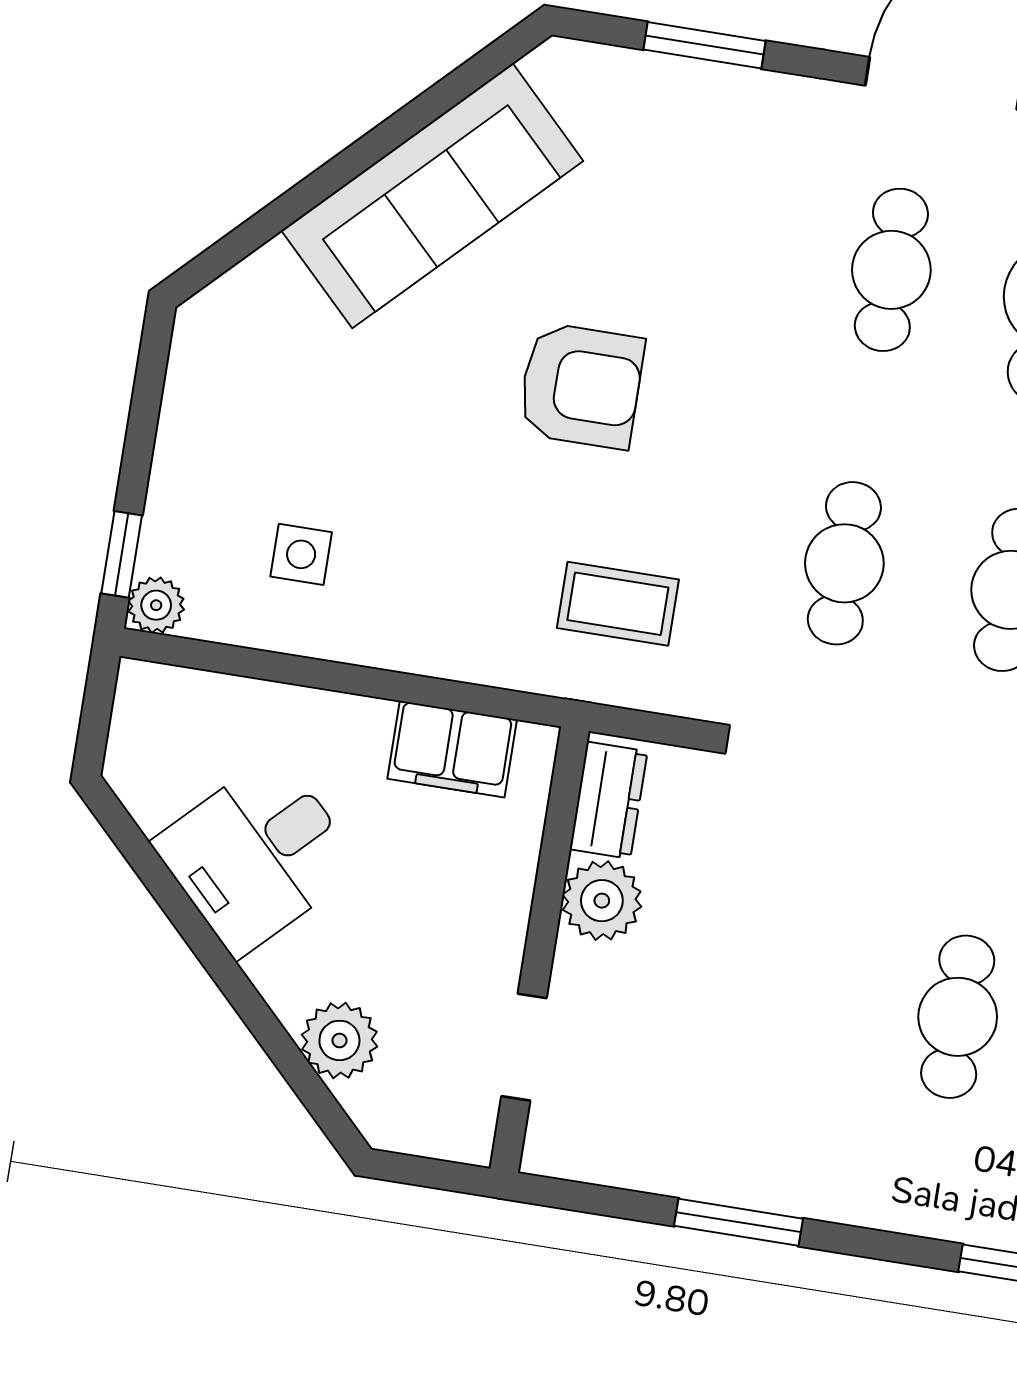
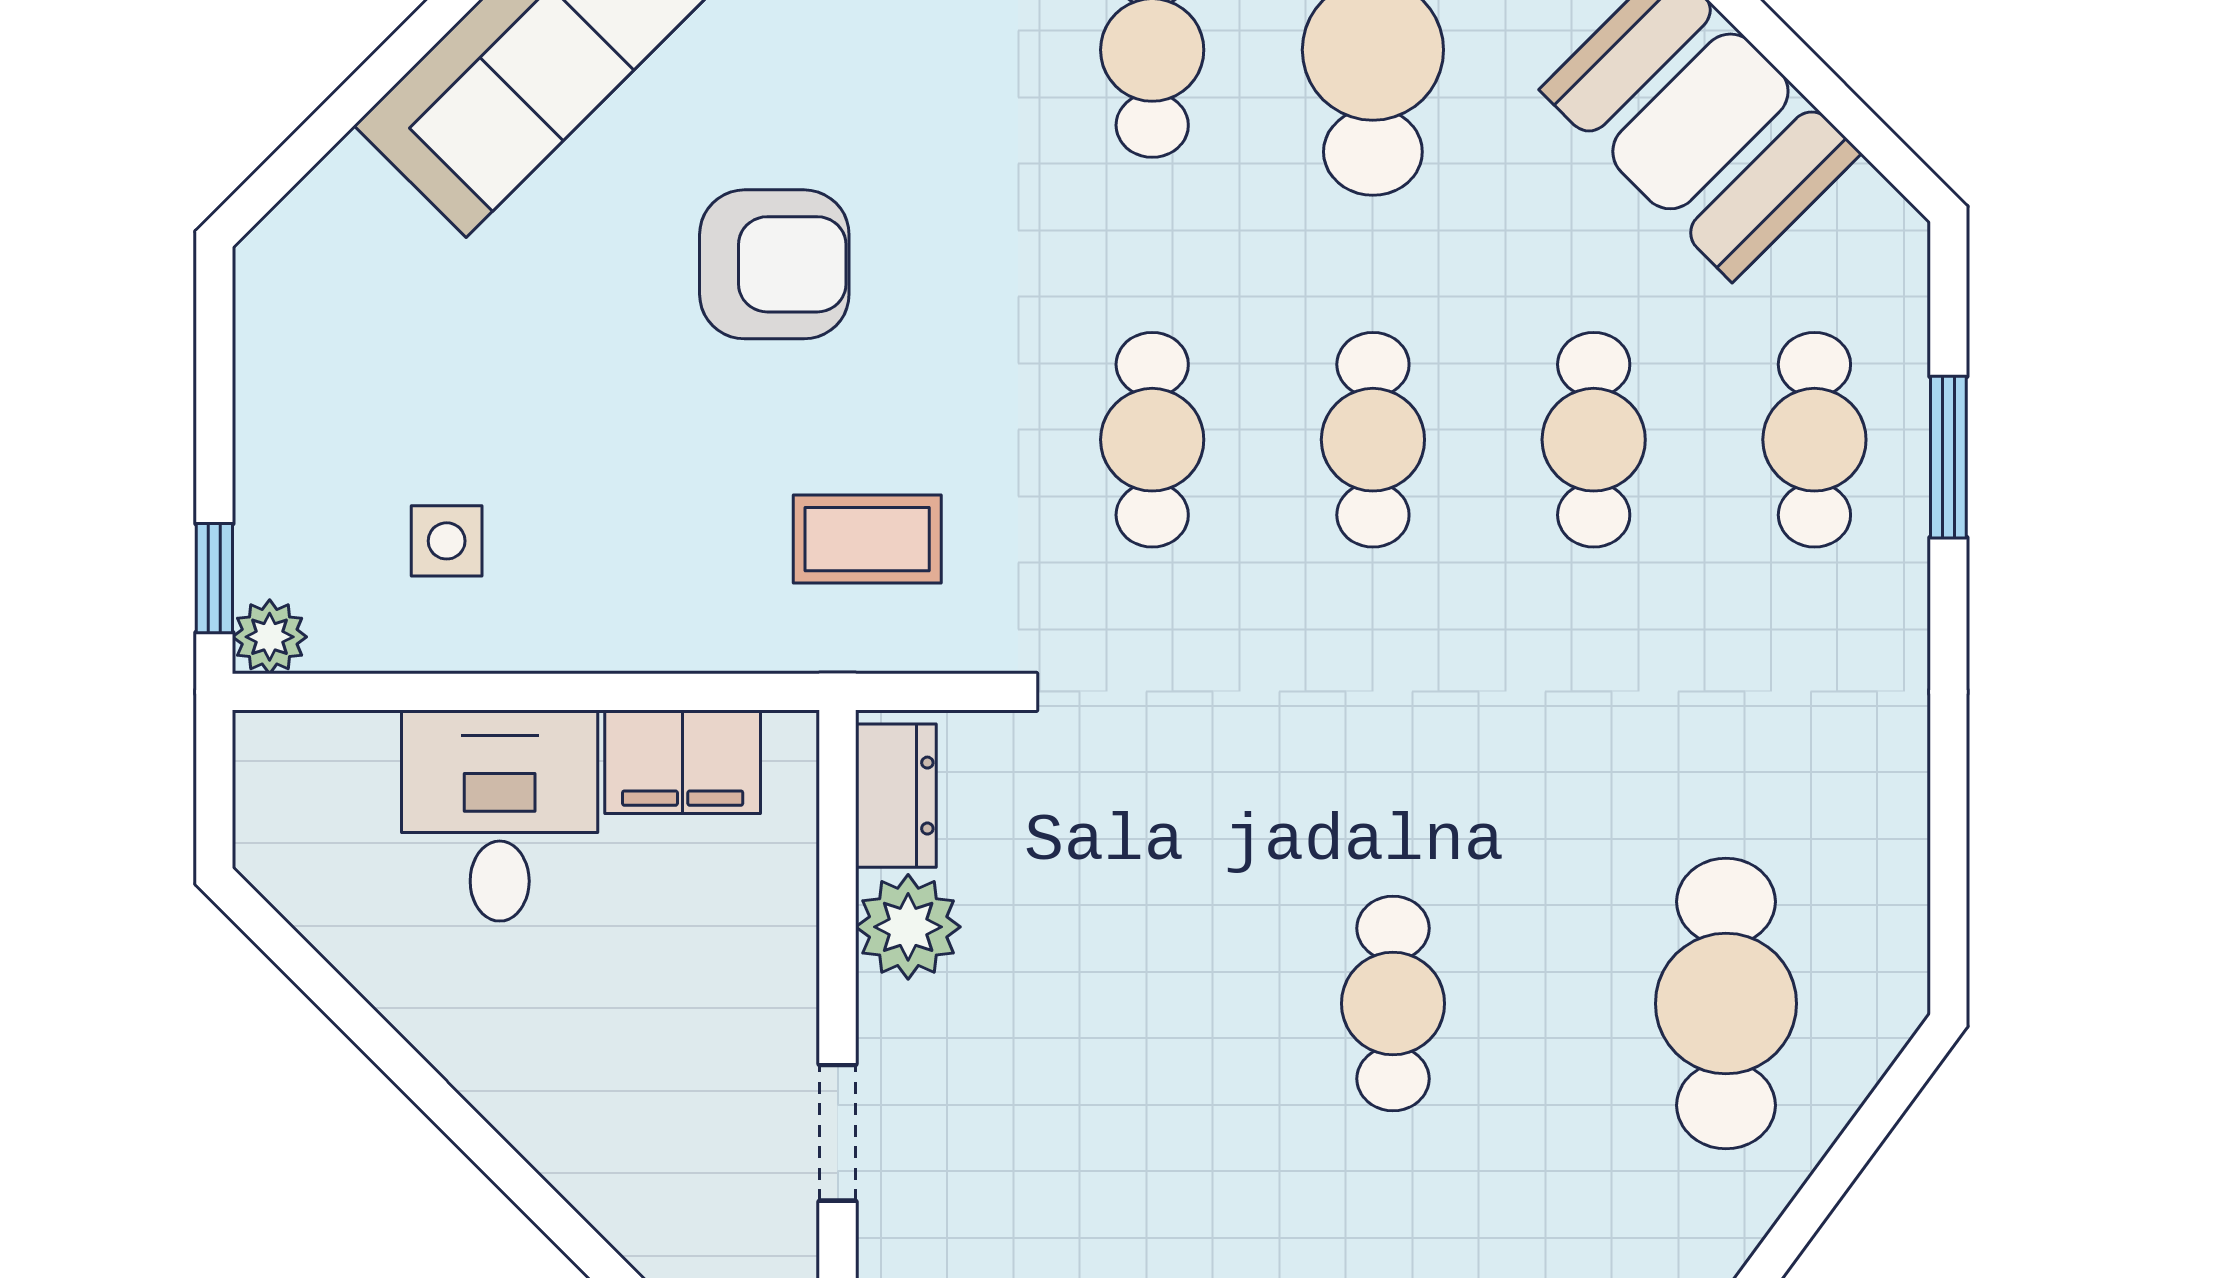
desk: (257, 855) -> (500, 816), moved, turned 135
plant: (339, 1040) -> (597, 1162), removed

